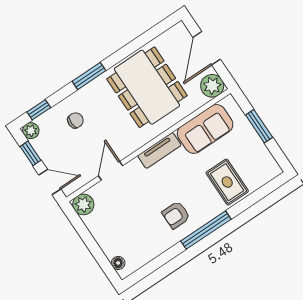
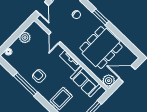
door: (111, 171) -> (55, 38), swing flipped
plant: (83, 204) -> (25, 37), moved
window: (206, 230) -> (26, 84), moved

